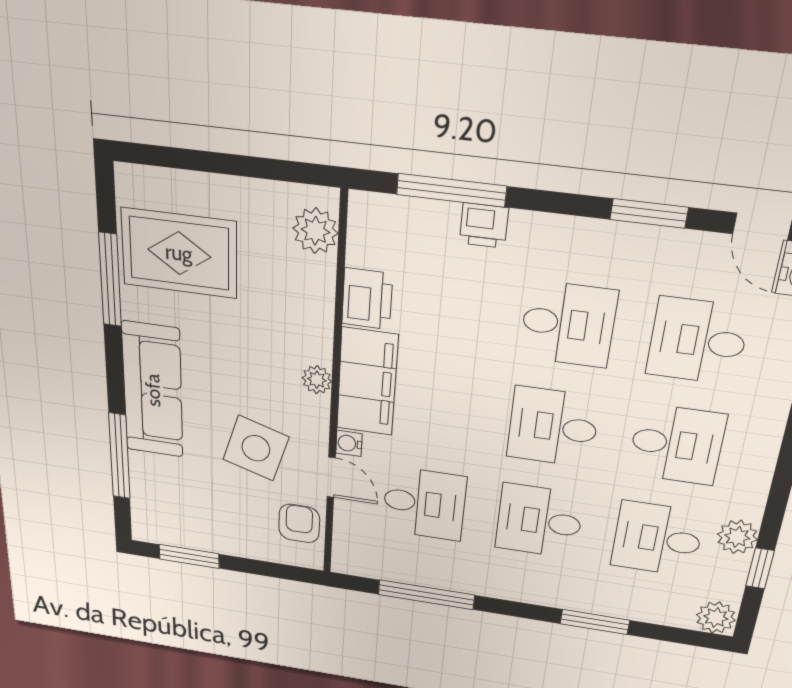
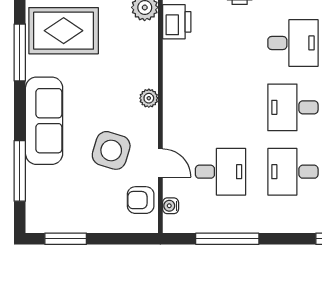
printer: (367, 299) -> (177, 22), moved
filing cabinet: (367, 382) -> (180, 95), removed
water cooler: (349, 443) -> (171, 206), moved
armchair: (299, 523) -> (141, 200), turned -90

